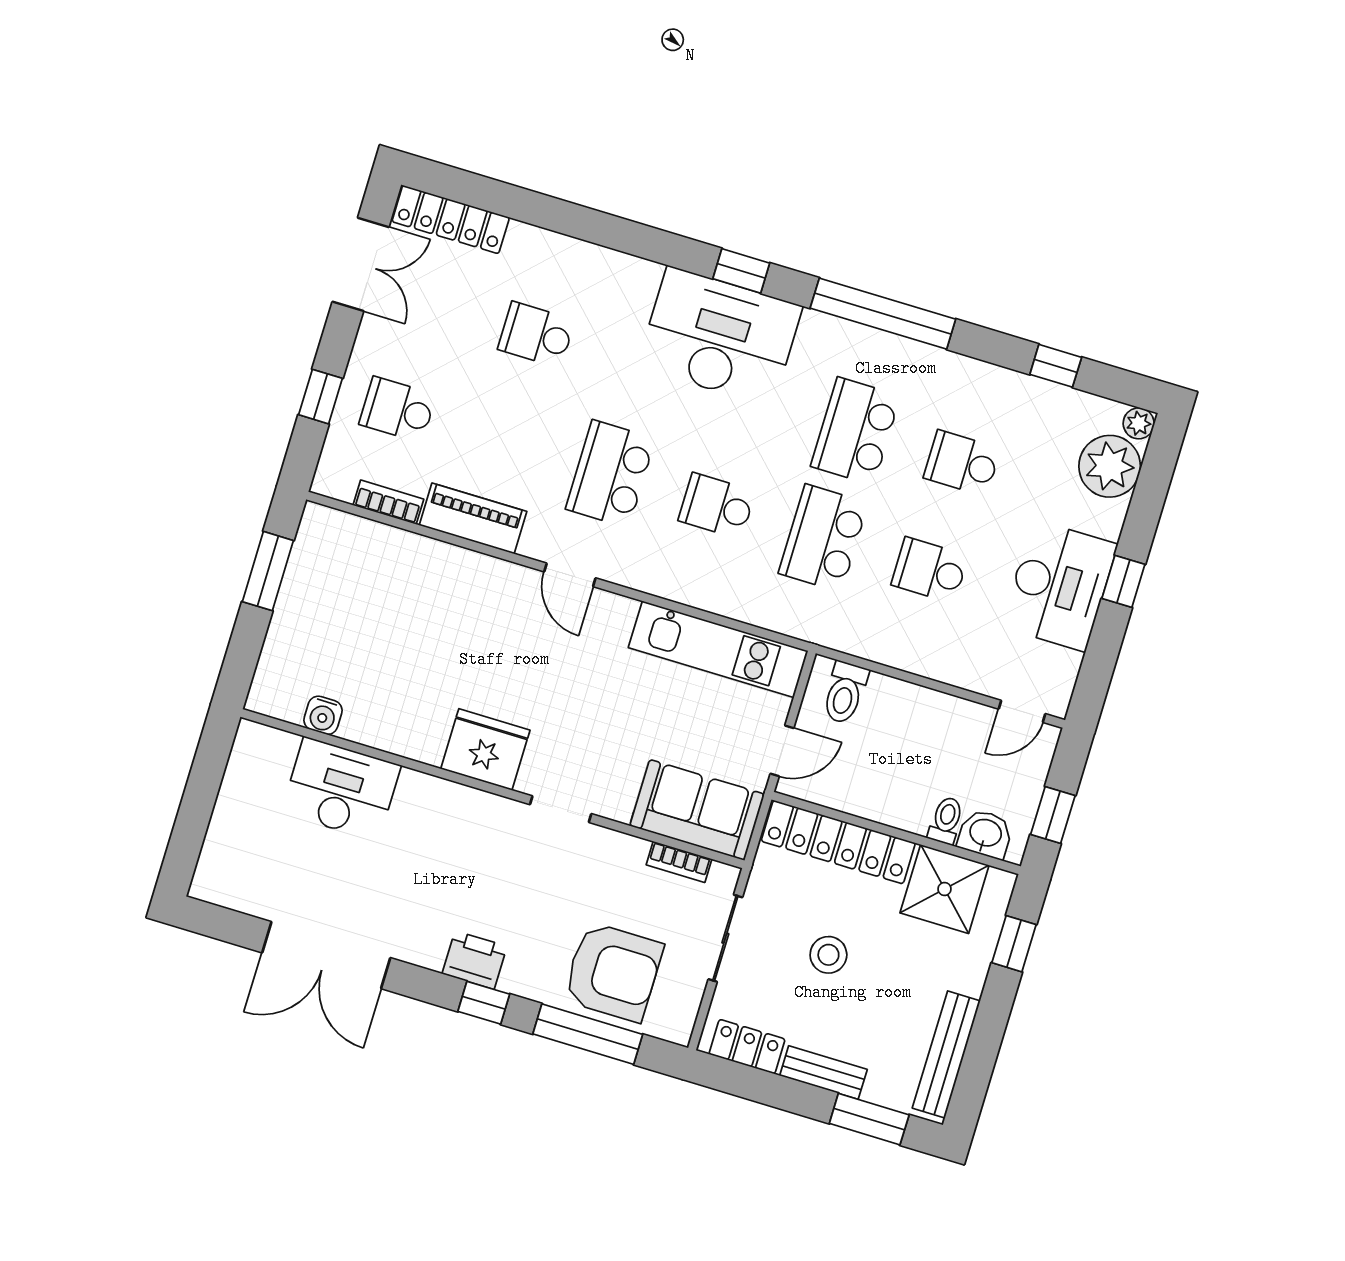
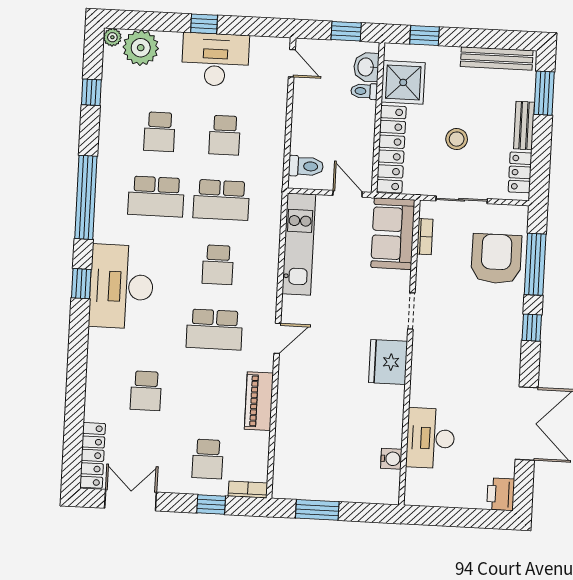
bookcase: (388, 502) -> (248, 489), moved, turned 90
printer: (474, 960) -> (501, 494), moved

